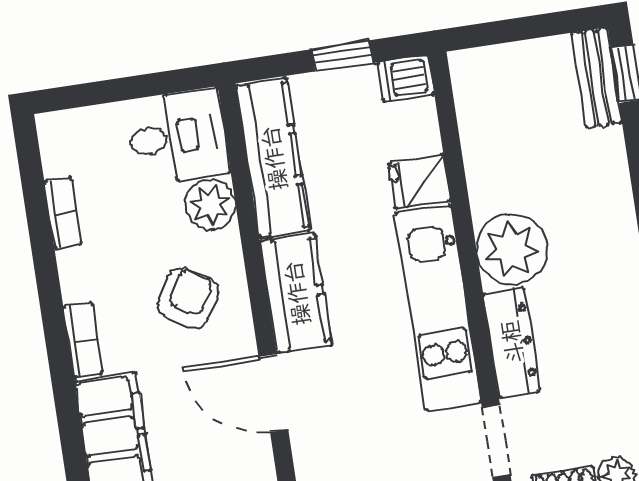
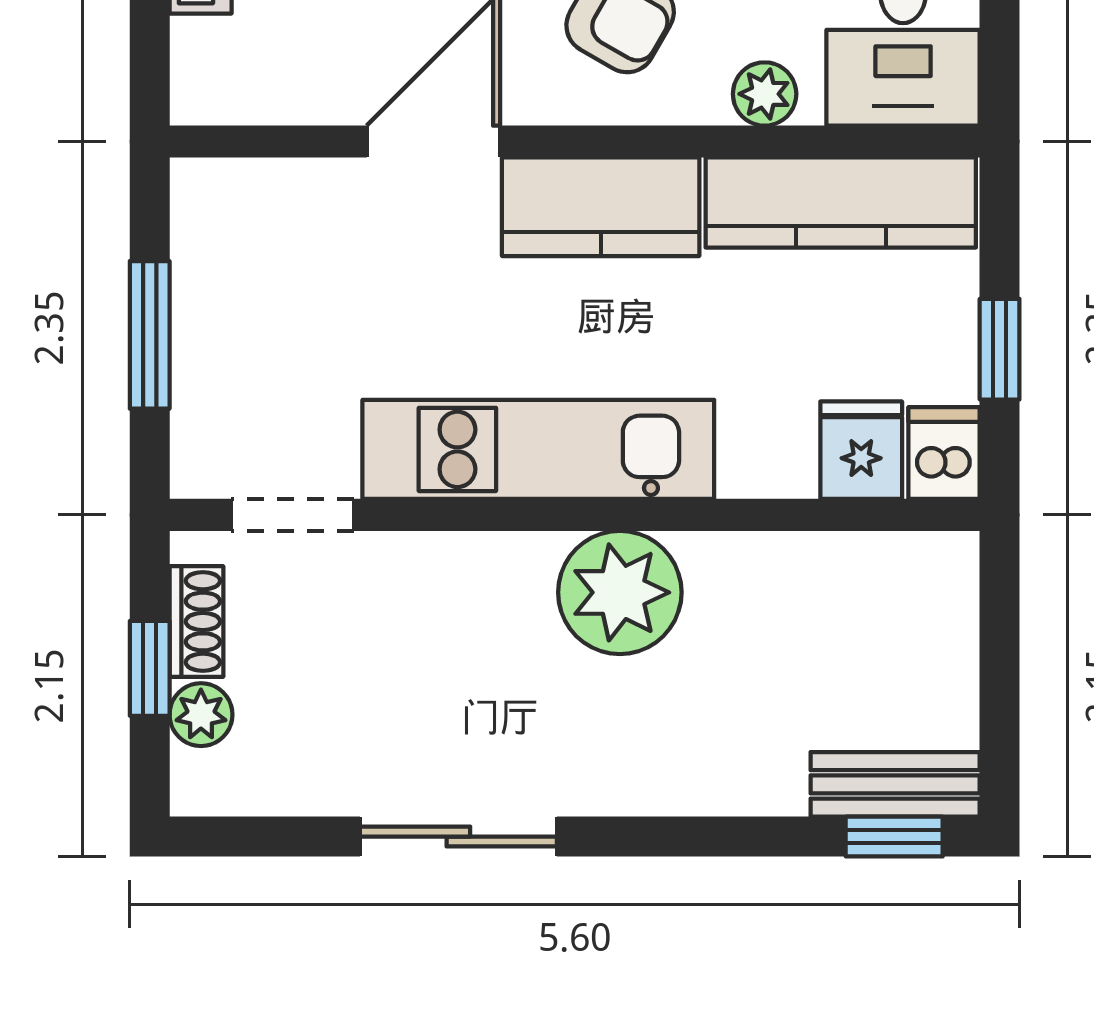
fridge: (420, 182) -> (861, 450), moved
plant: (211, 205) -> (765, 94), width x0.73, depth x0.73
dresser: (511, 342) -> (459, 567), removed

